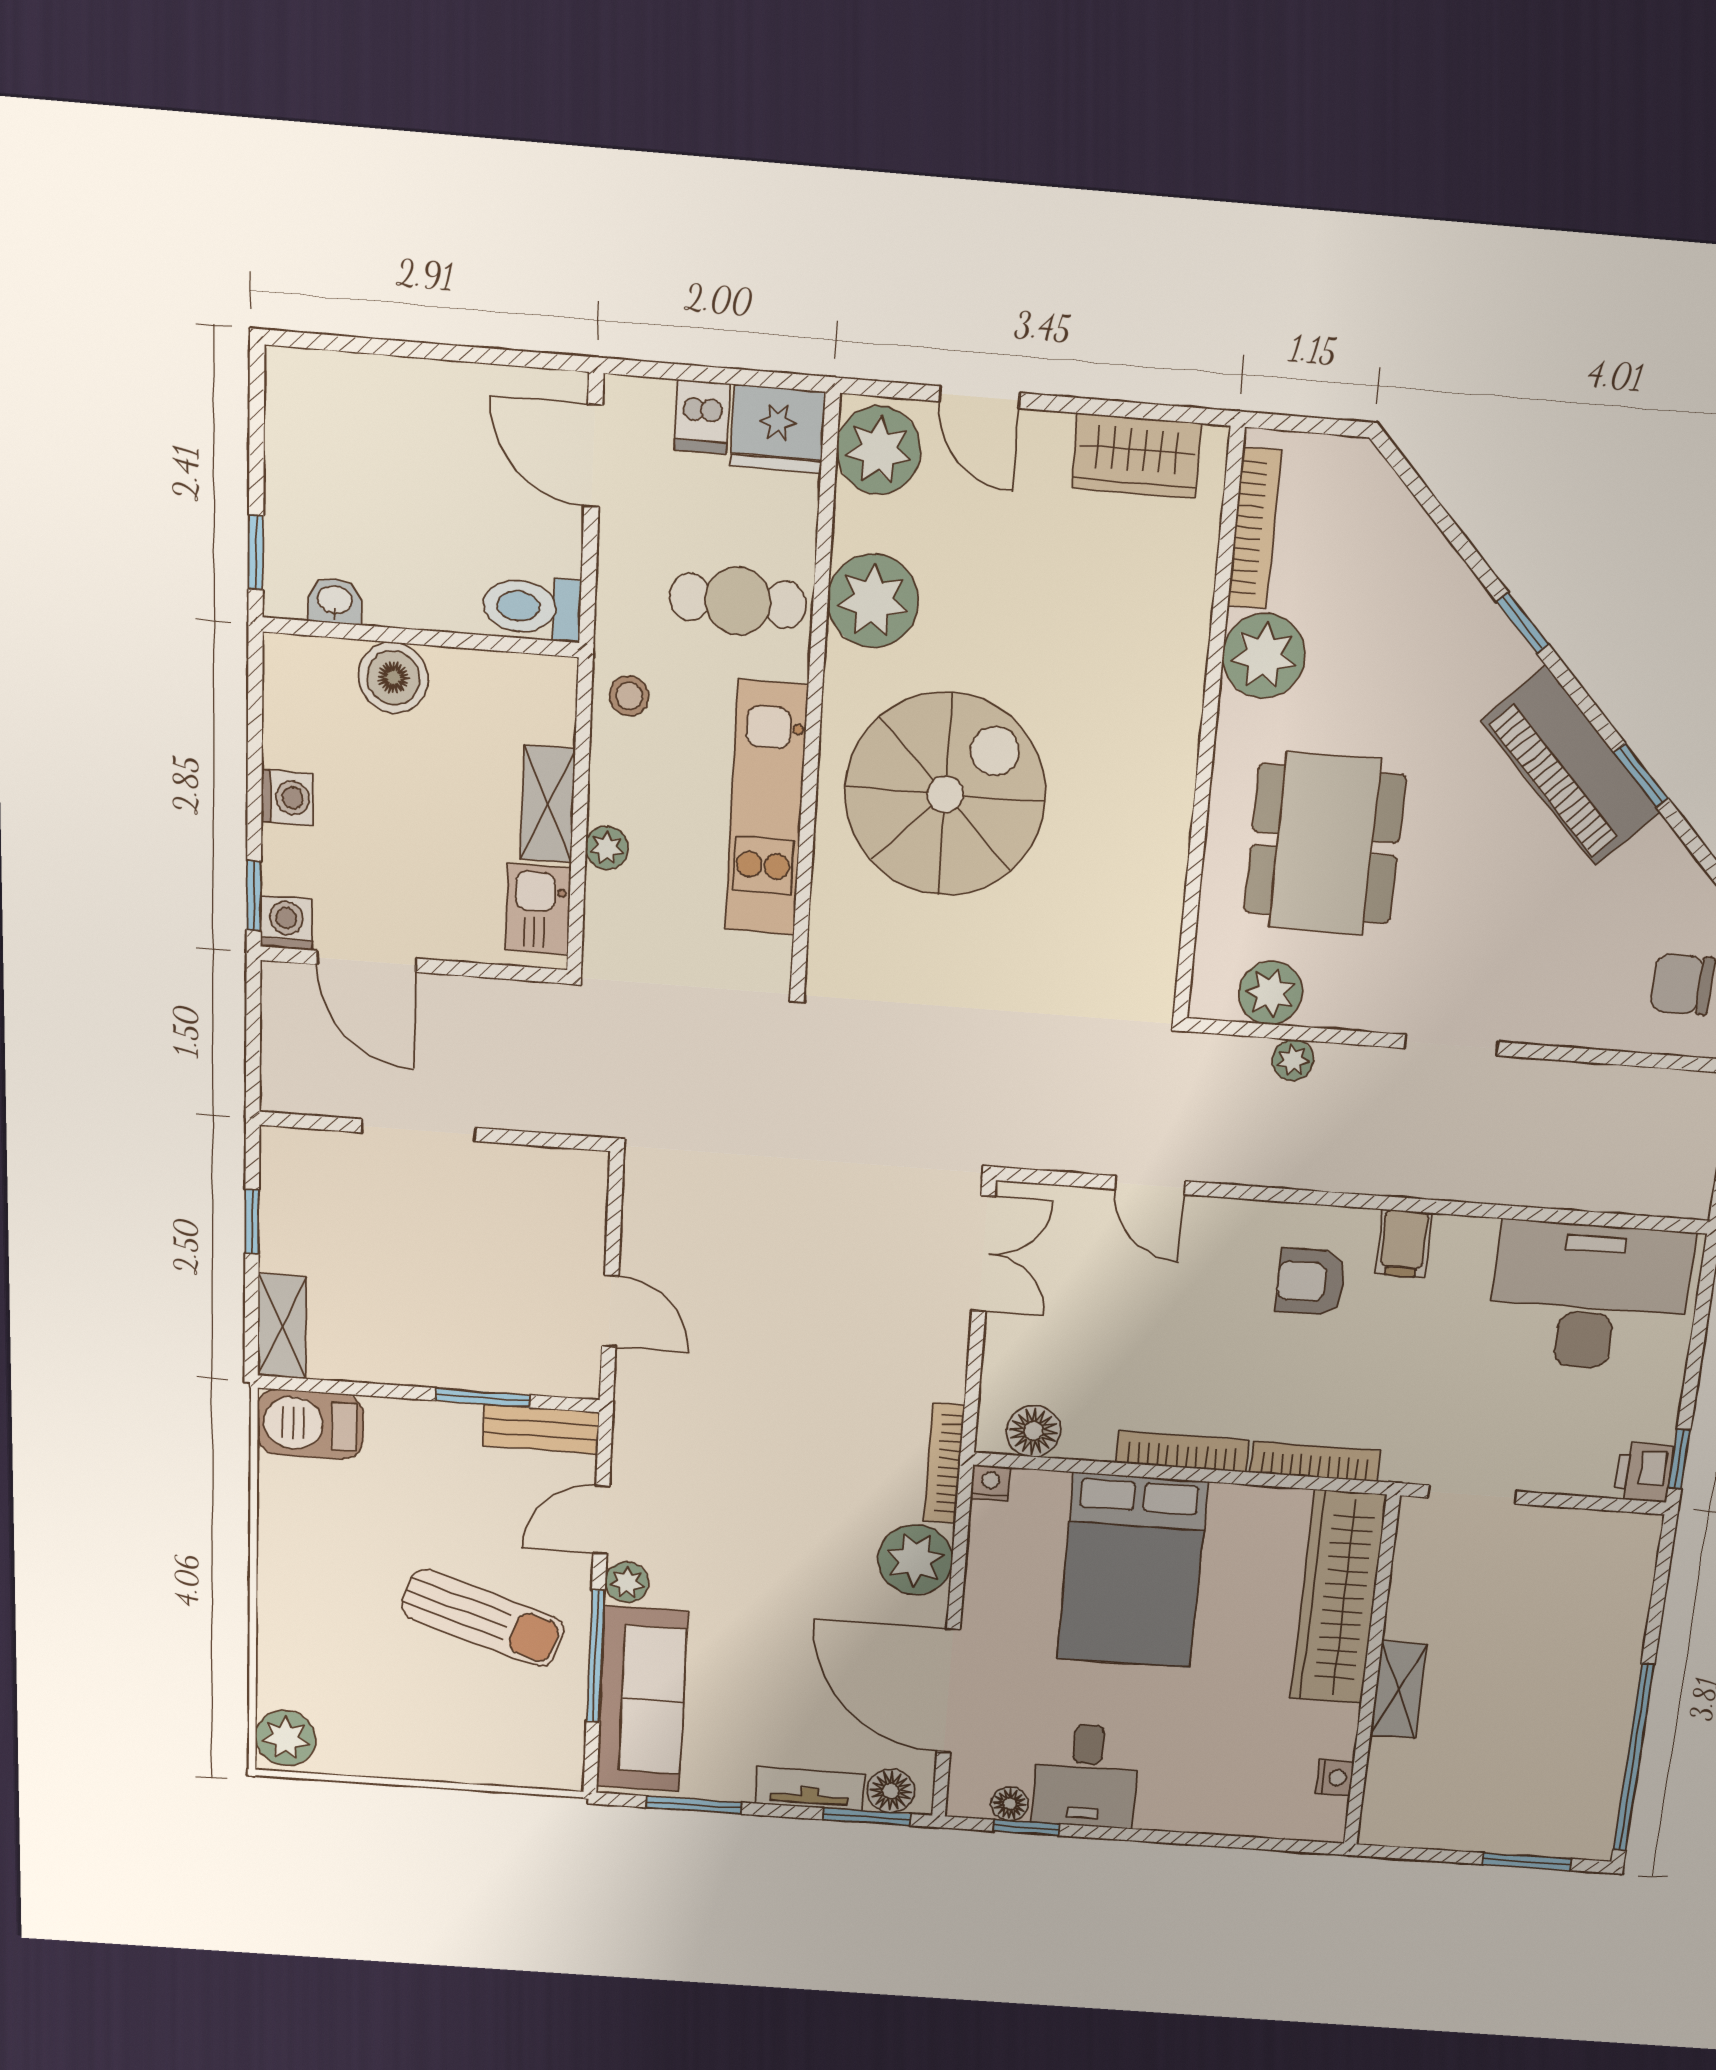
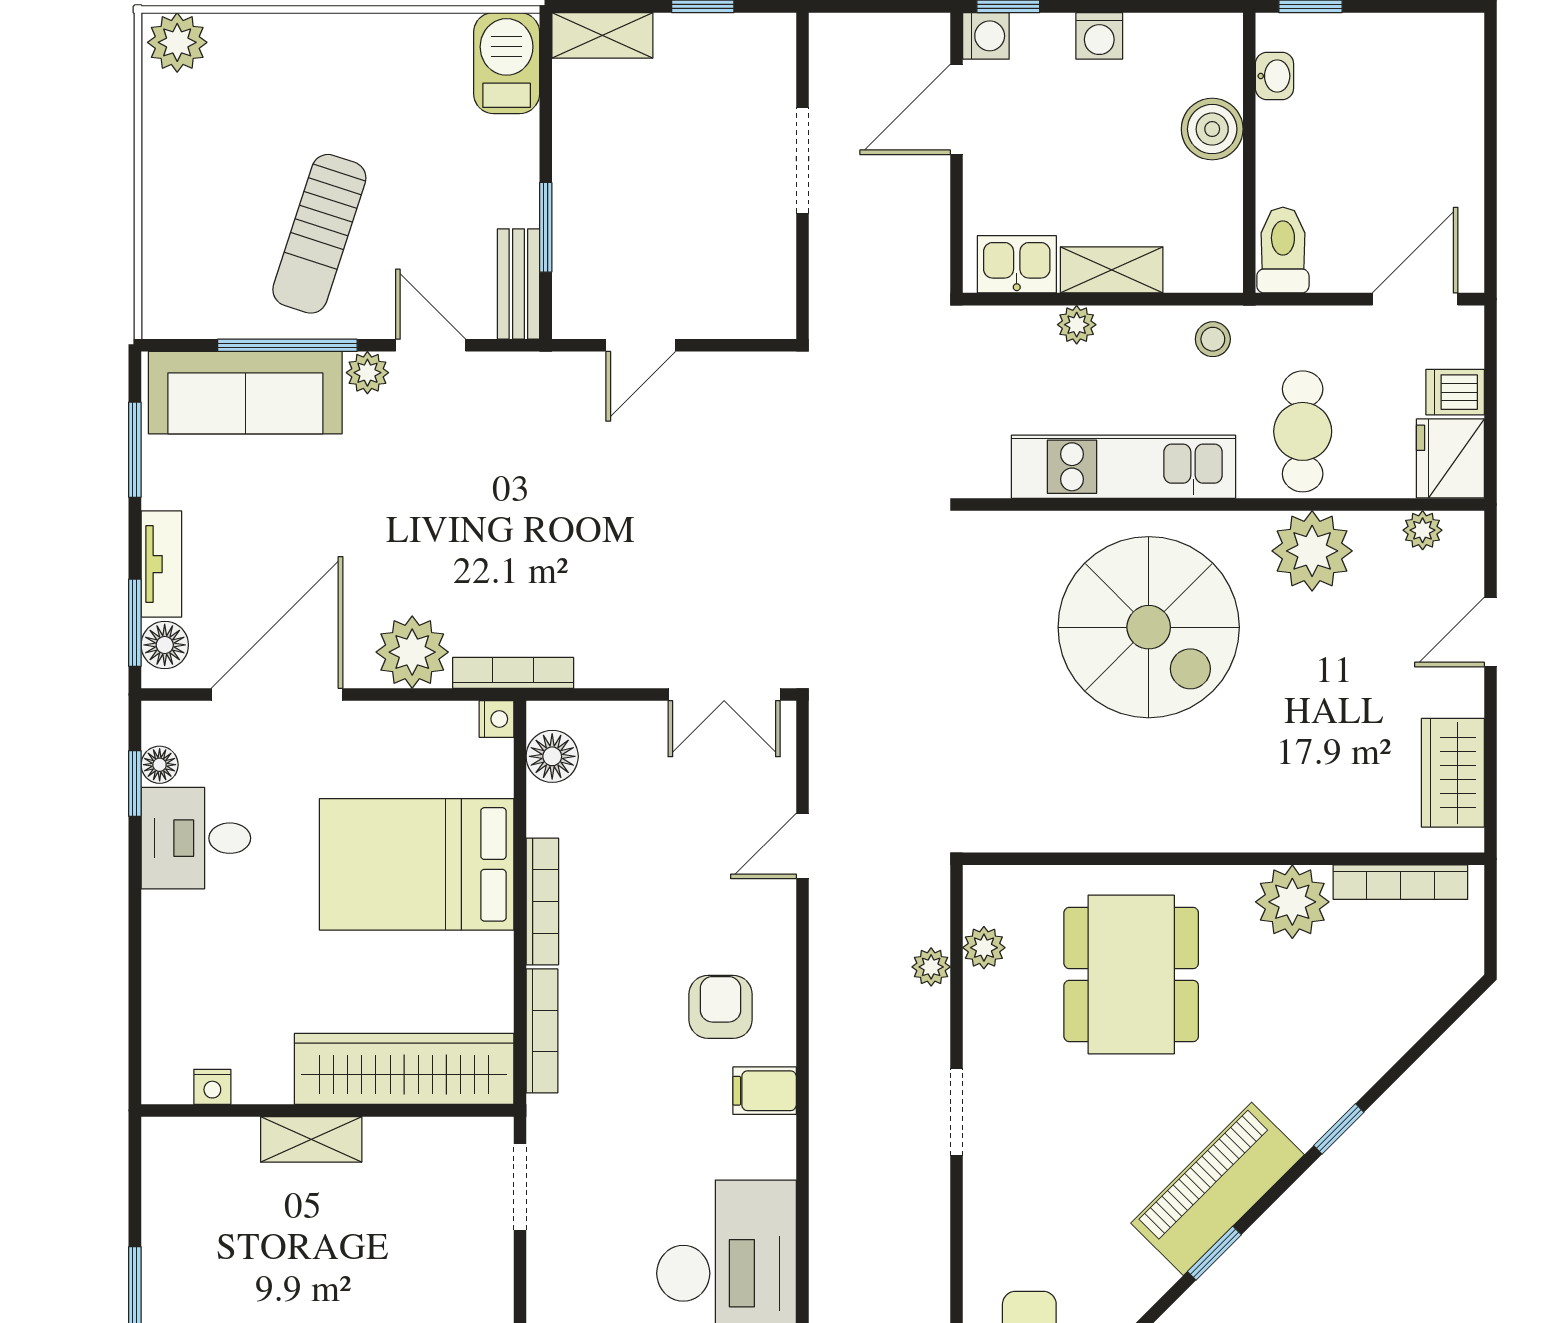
plant: (879, 450) -> (1423, 530), width x0.53, depth x0.53
dining table: (1325, 844) -> (1131, 974), turned 90
plant: (1271, 993) -> (984, 948), width x0.73, depth x0.73

